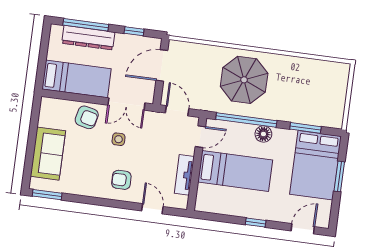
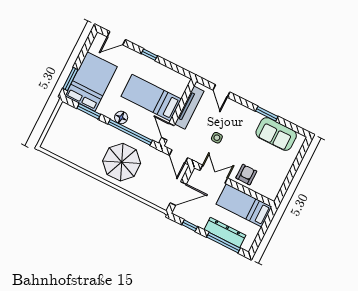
armchair: (87, 117) -> (246, 175), turned 77
door: (200, 137) -> (168, 132), hinge flipped
side table: (119, 139) -> (217, 138), moved
sofa: (48, 154) -> (276, 134), moved, turned -90
tv unit: (184, 175) -> (189, 108), width x1.41
window: (339, 176) -> (70, 79), moved
armchair: (121, 180) -> (237, 120), removed
window: (47, 195) -> (267, 114), moved

